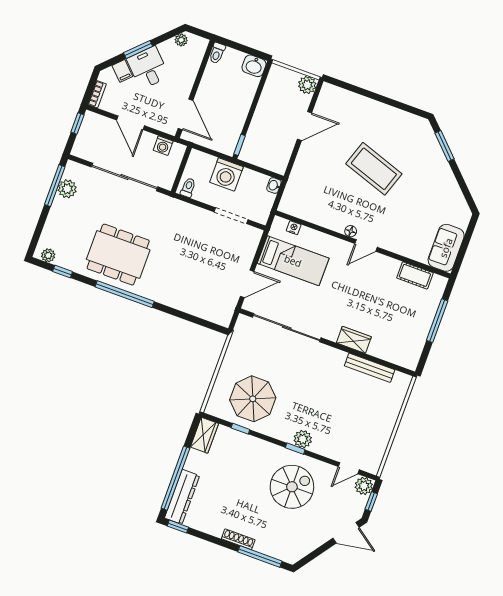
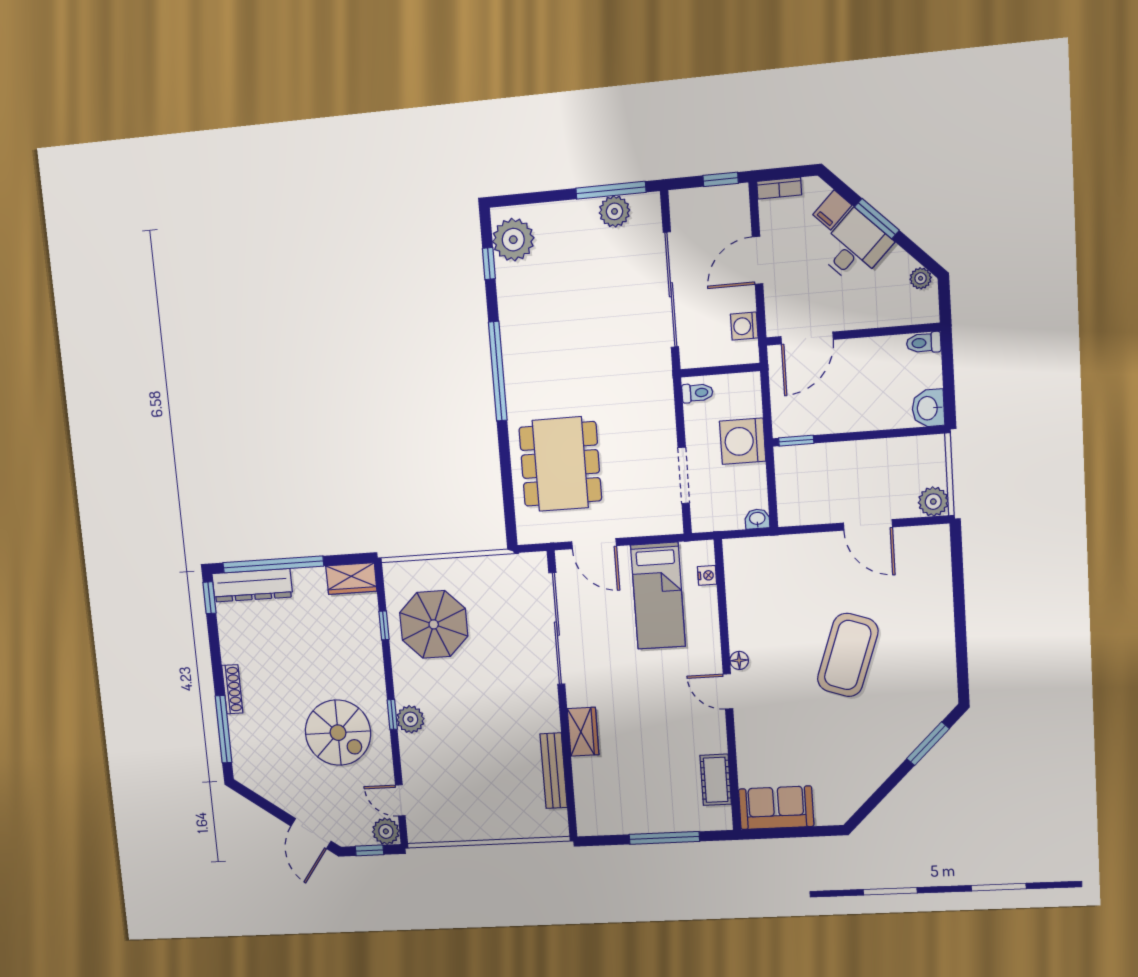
plant: (48, 255) -> (513, 240), width x1.87, depth x1.87
dining table: (118, 255) -> (560, 464), moved

